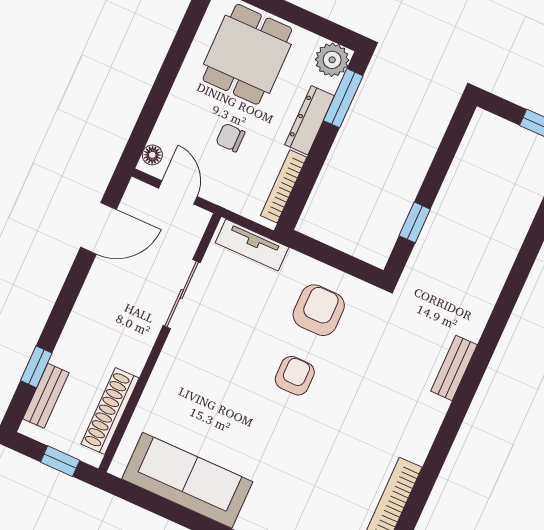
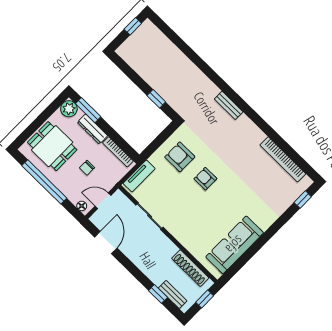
window: (172, 65) -> (44, 182), added

